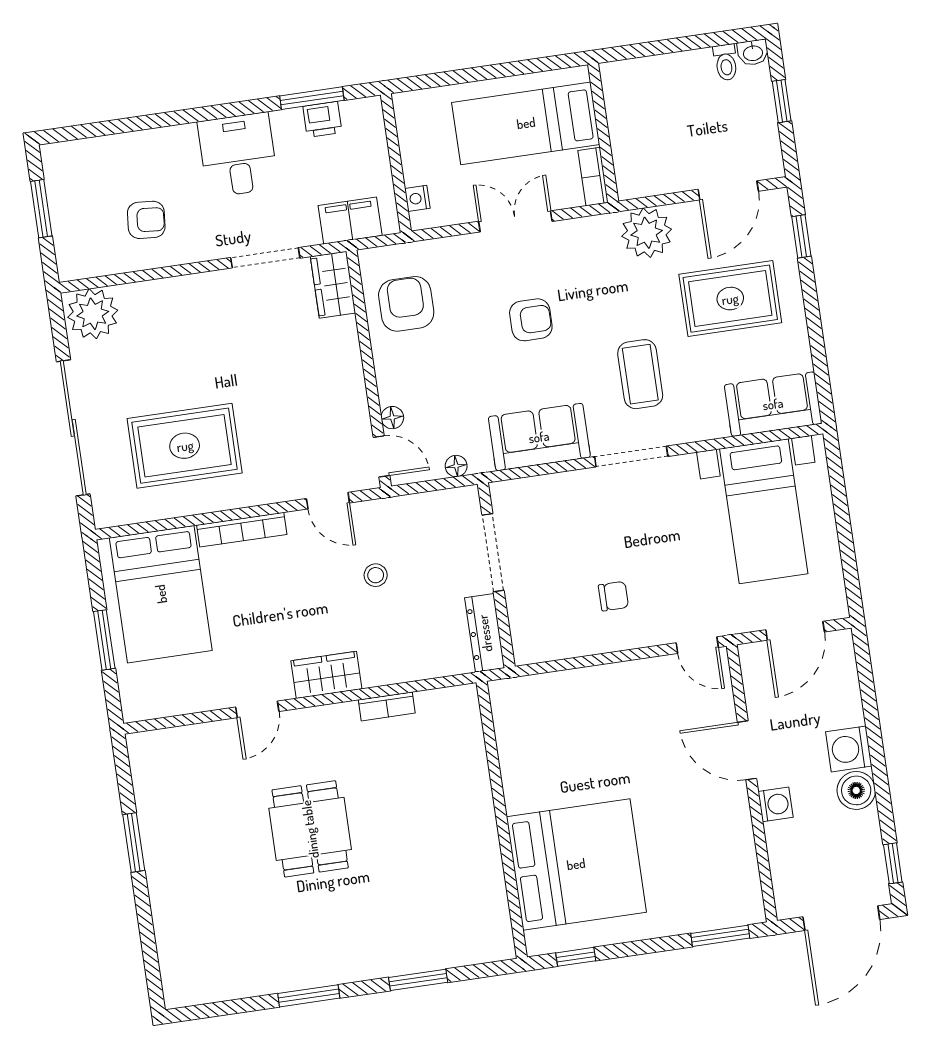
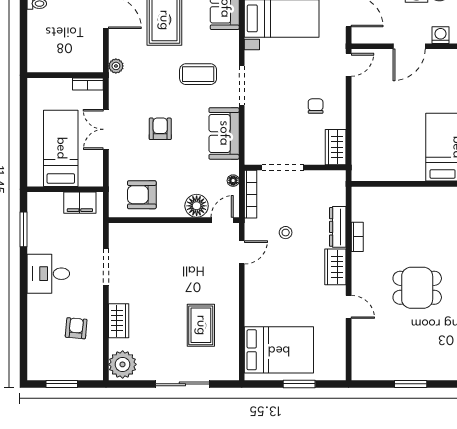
printer: (322, 119) -> (36, 225), removed
bed: (526, 123) -> (61, 148), moved, turned 180
nightstand: (417, 198) -> (86, 180), removed
filing cabinet: (350, 221) -> (80, 203), moved, turned -90
plant: (647, 233) -> (116, 66), width x0.53, depth x0.53
wardrobe: (333, 285) -> (119, 321), moved, turned -90
floor lamp: (392, 418) -> (197, 206), width x1.89, depth x1.89
sliding door: (73, 428) -> (182, 384), width x0.73
rug: (185, 446) -> (201, 325), width x0.73, depth x0.70
bookcase: (242, 530) -> (251, 194), moved
dresser: (485, 633) -> (338, 227), moved, turned 90
wardrobe: (544, 643) -> (336, 147), added

